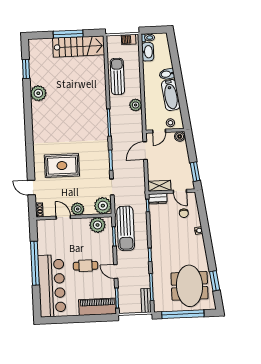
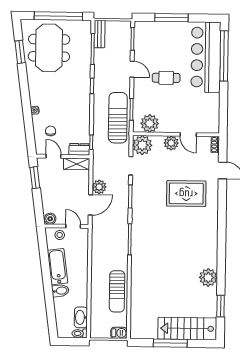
barbecue: (129, 39) -> (119, 333), moved
stairs: (79, 46) -> (187, 329), moved
plant: (136, 105) -> (99, 187), moved
door: (159, 131) -> (73, 226), hinge flipped
window: (35, 263) -> (224, 56), moved
piano: (98, 307) -> (155, 30), removed
window: (84, 319) -> (171, 18), added

